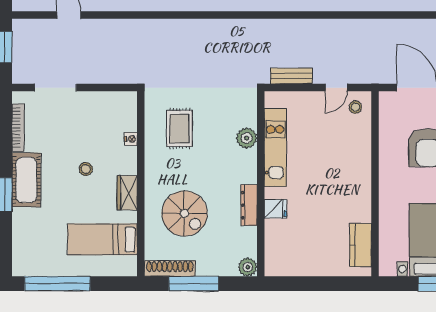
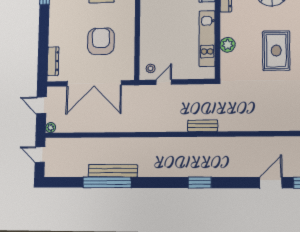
bench: (291, 76) -> (203, 126), moved
rug: (179, 129) -> (276, 51), width x1.36, depth x1.43

